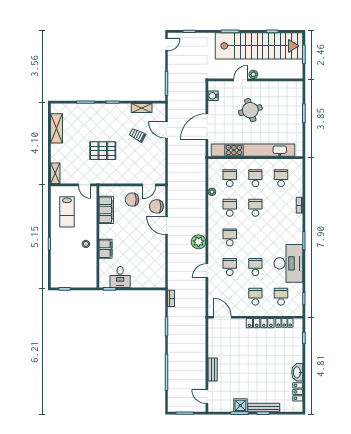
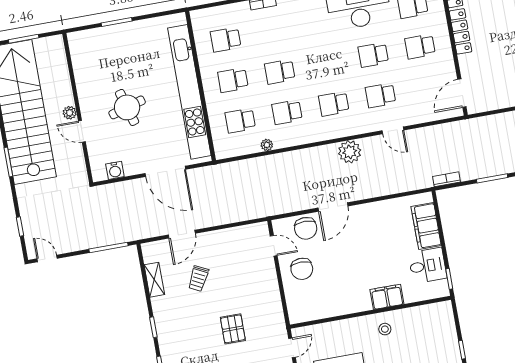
pallet: (103, 151) -> (233, 329), width x0.67, depth x0.71
filing cabinet: (106, 210) -> (426, 226), moved, turned -90

